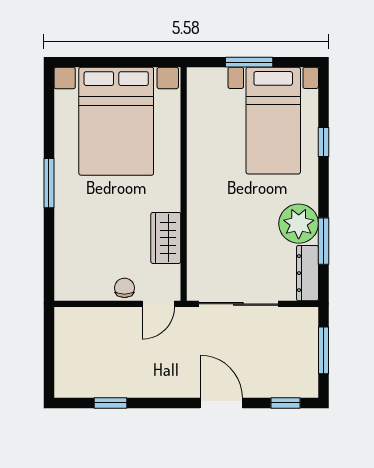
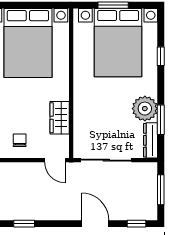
bed with nightstands: (273, 121) -> (118, 43), width x1.36
chair: (124, 288) -> (20, 140), moved
door: (158, 304) -> (55, 160), hinge flipped

